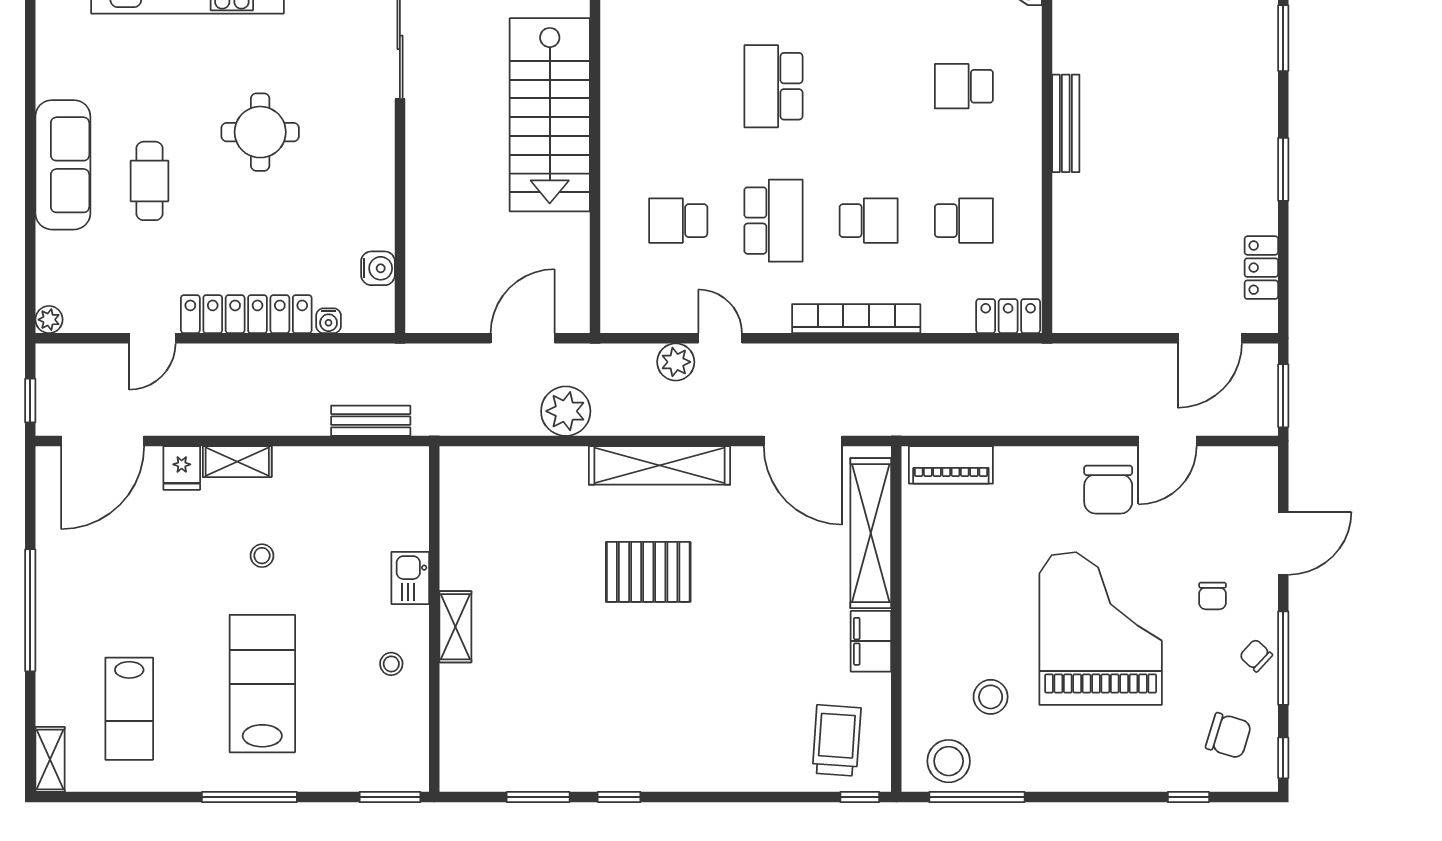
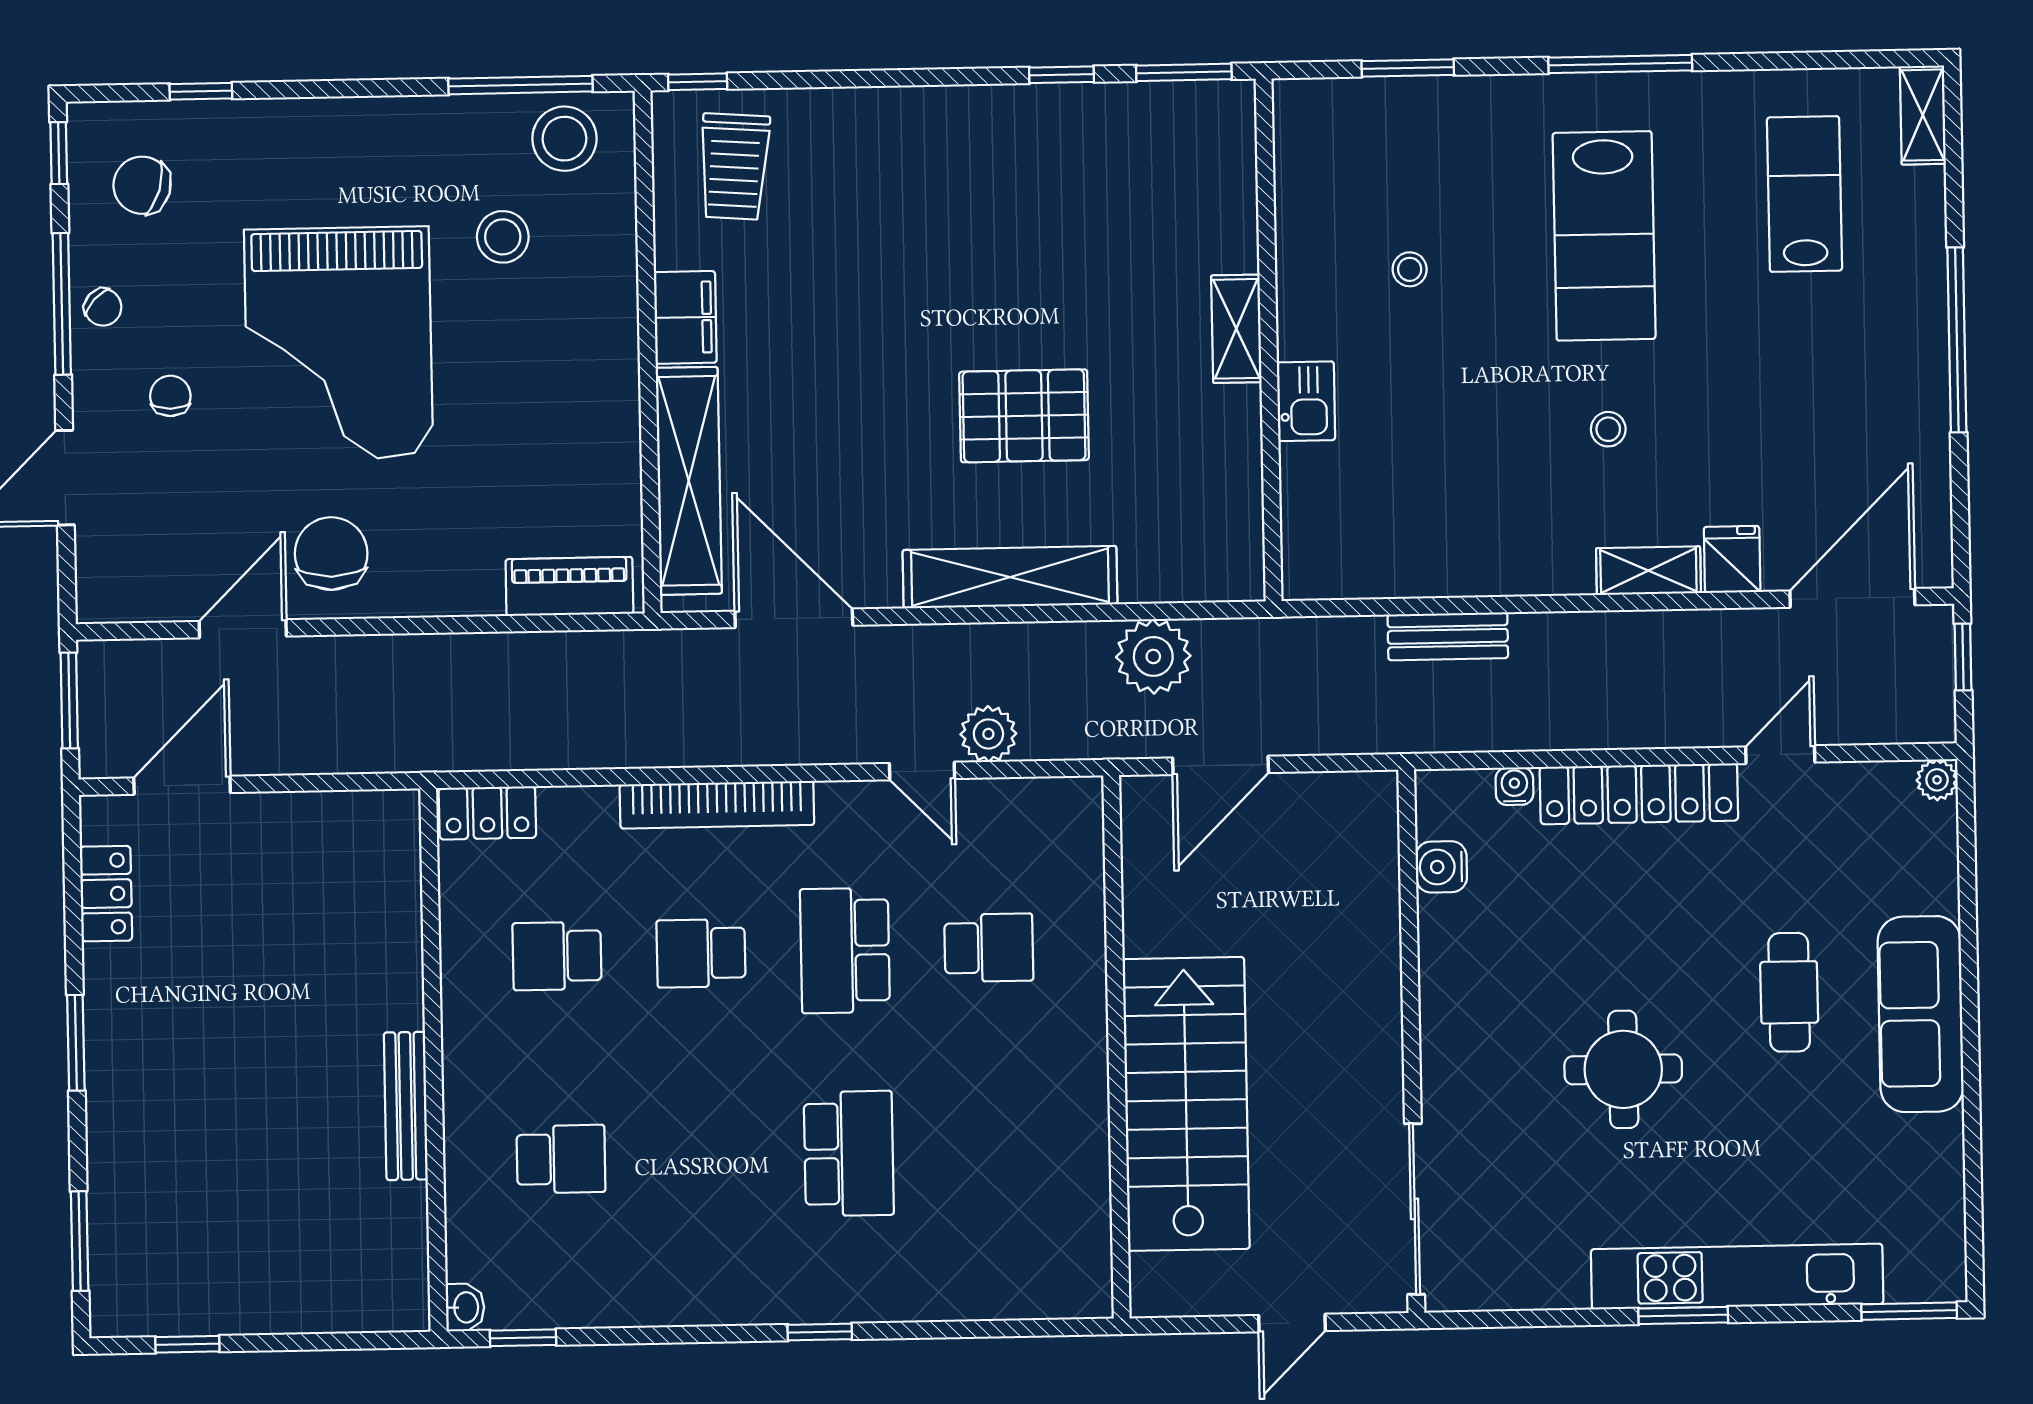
kitchen sink: (410, 578) -> (1306, 401), moved
wall: (434, 619) -> (1268, 340), moved
shelving: (455, 627) -> (1236, 329), moved

